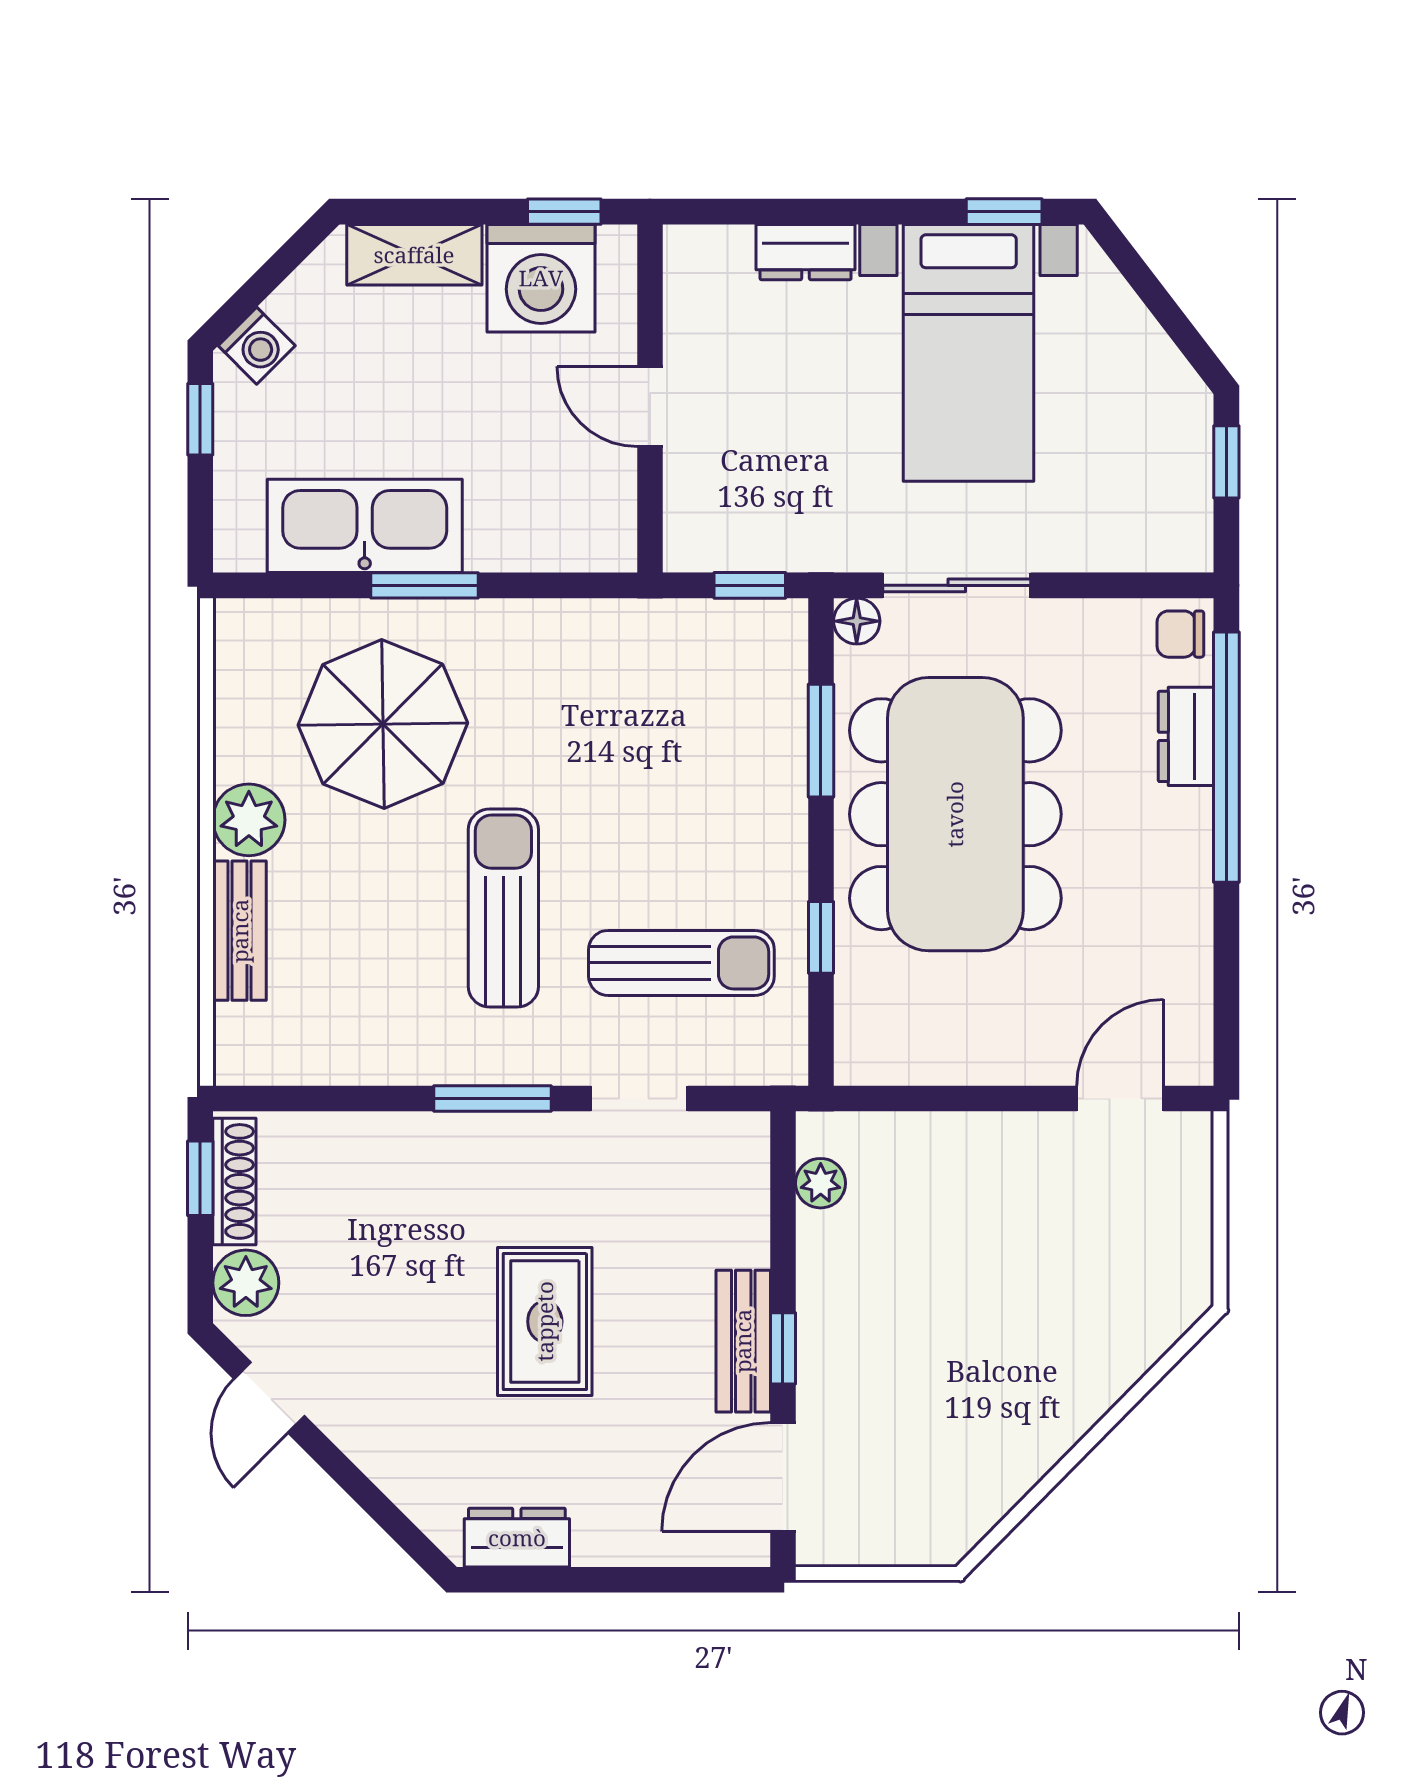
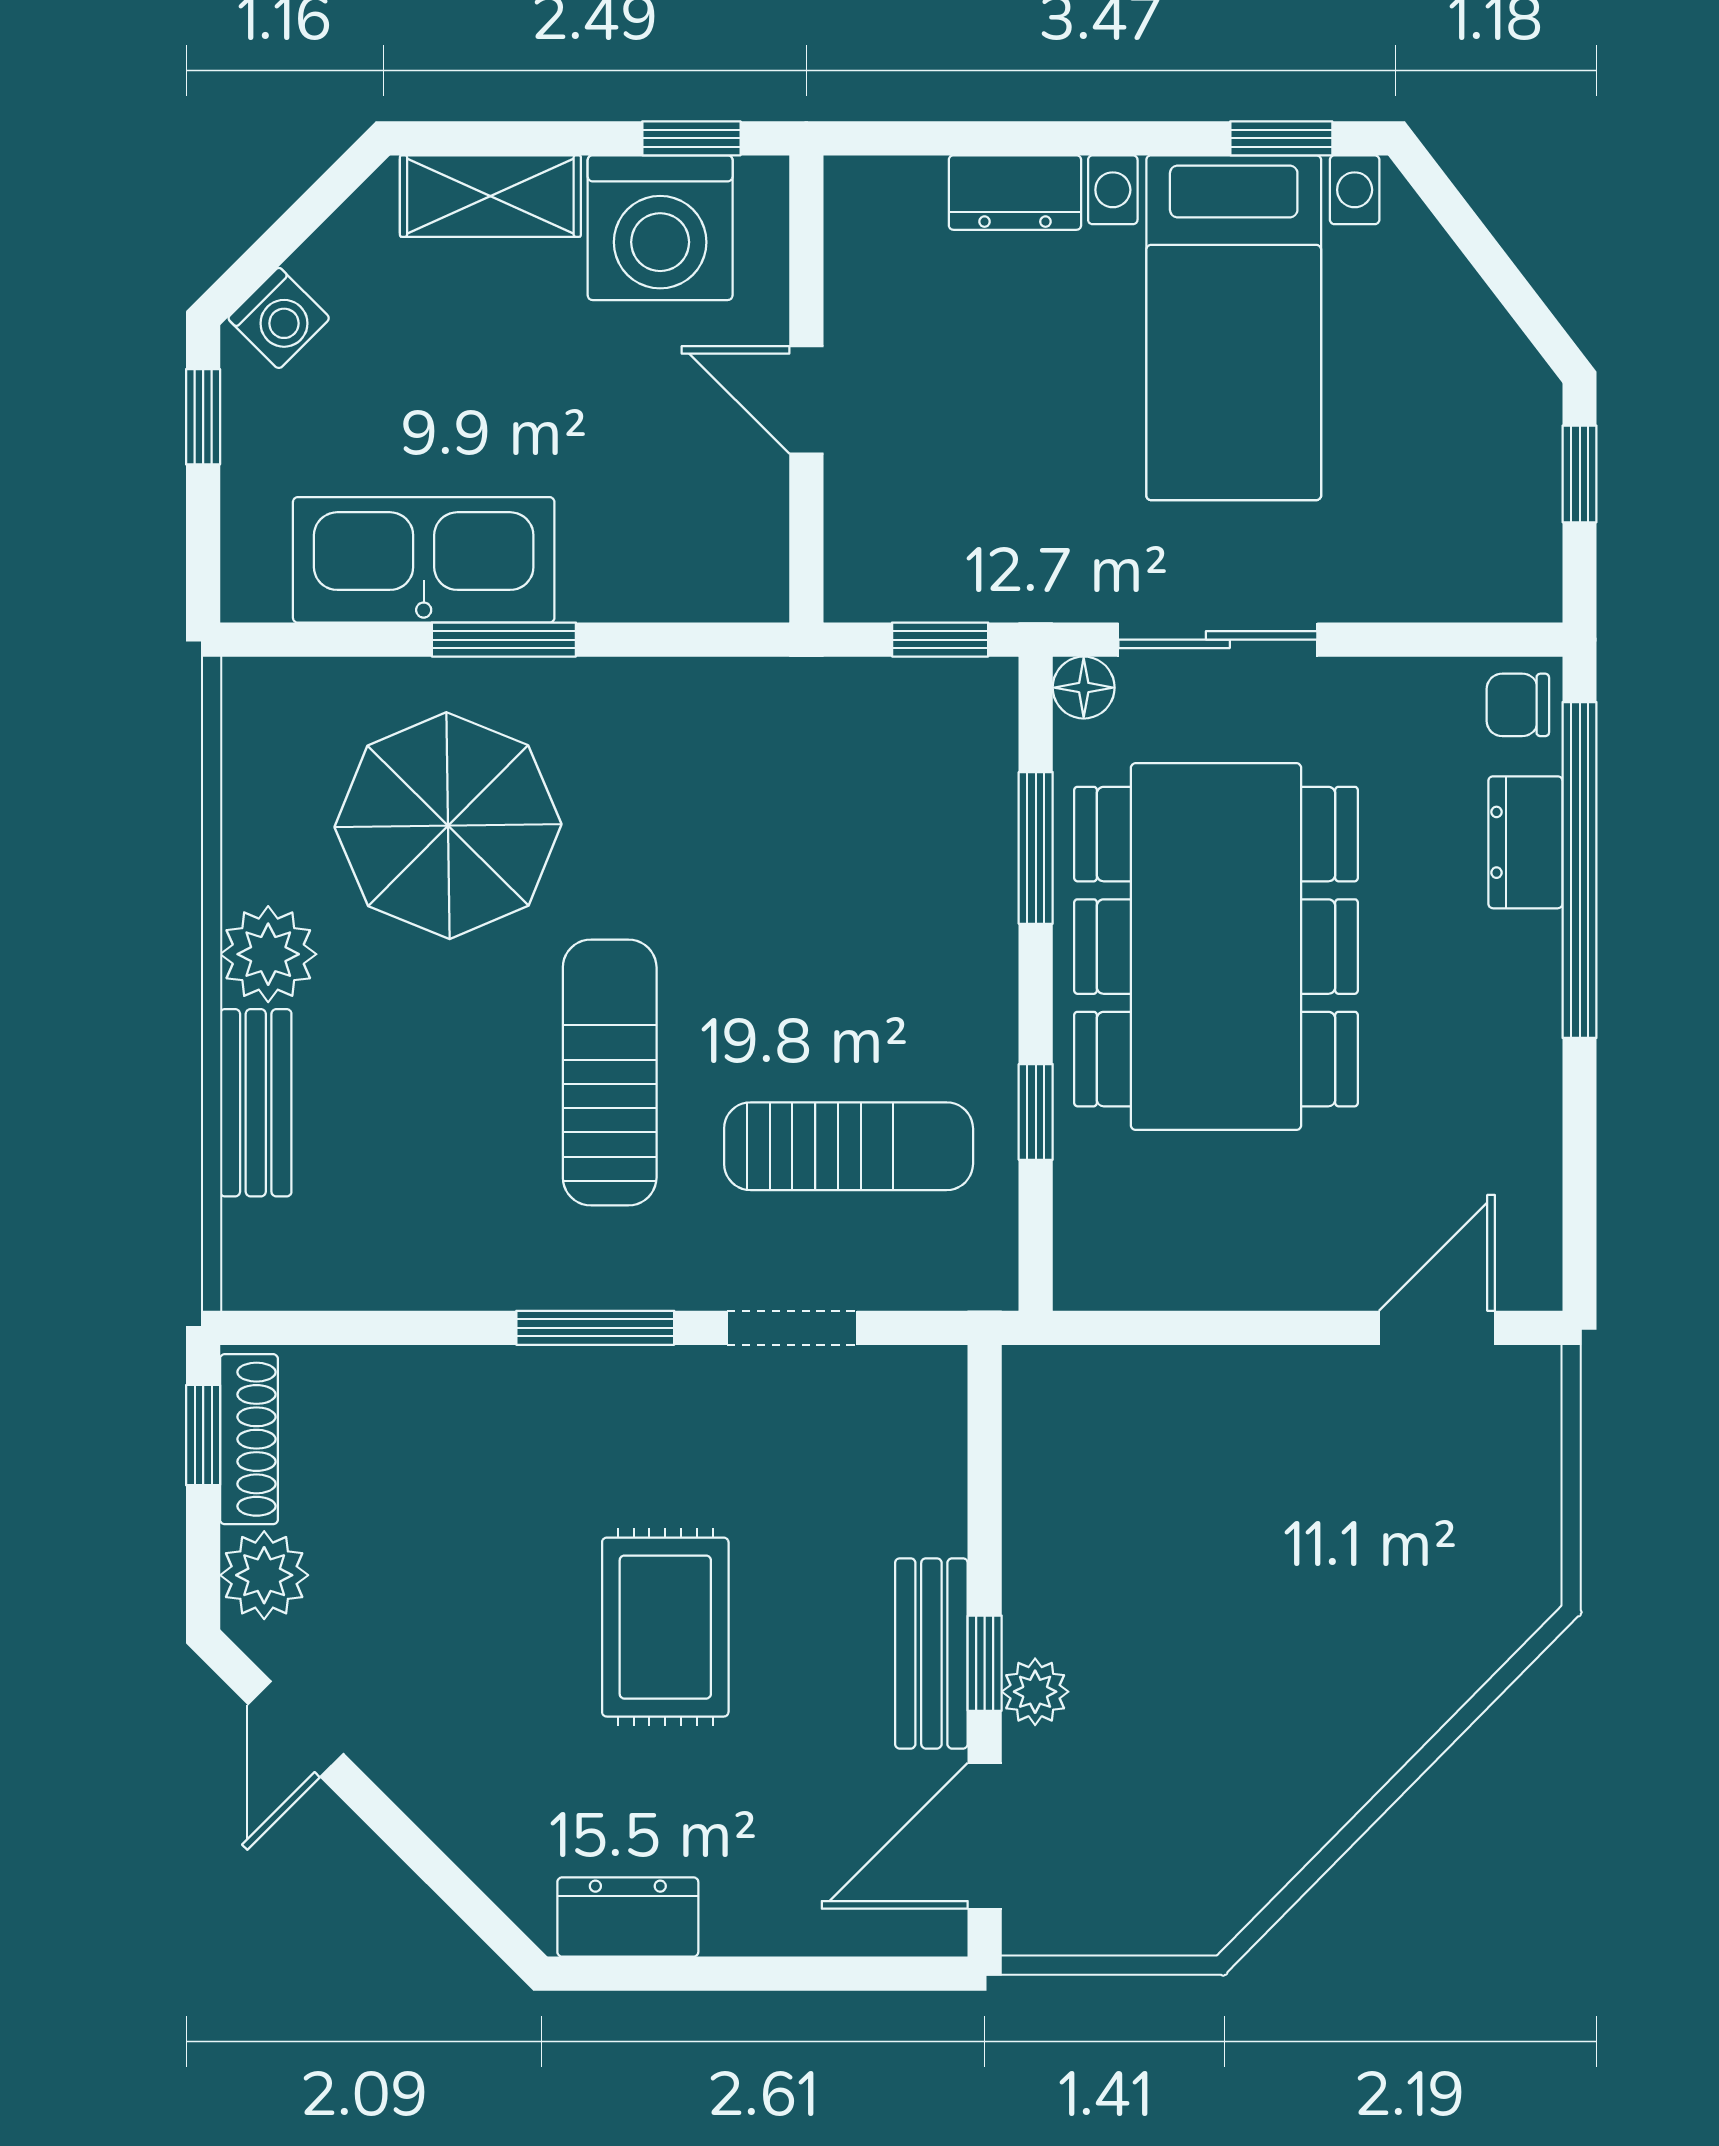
plant: (821, 1183) -> (1035, 1692), moved

